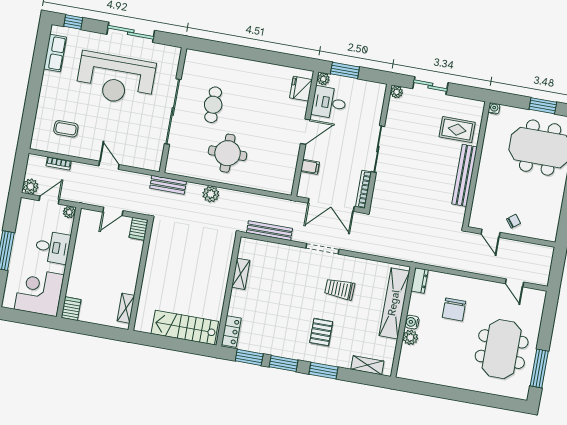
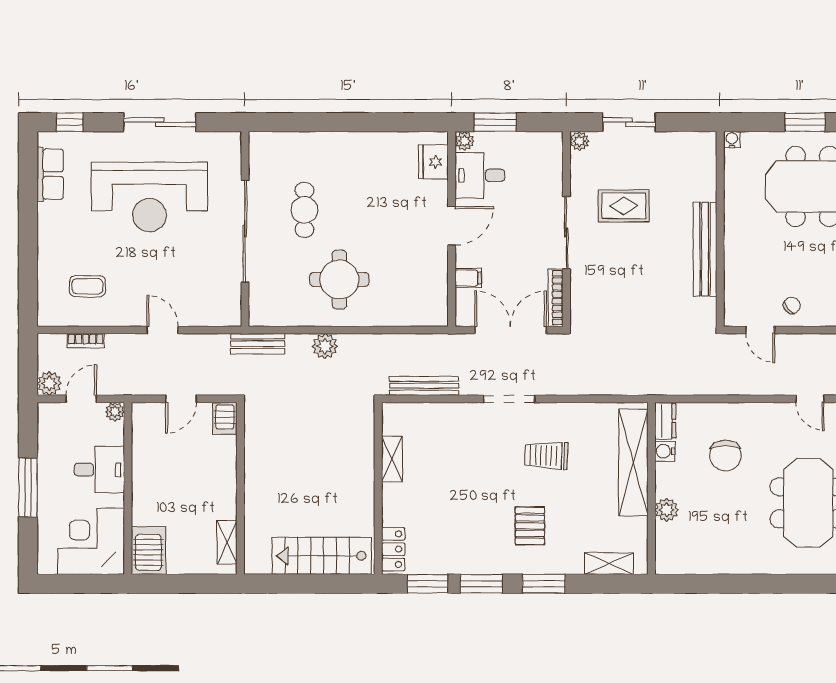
rug: (457, 130) -> (624, 206), moved
double door: (331, 205) -> (511, 330), swing flipped
server rack: (71, 309) -> (148, 551), width x1.36, depth x1.44
water cooler: (412, 322) -> (665, 451), moved

